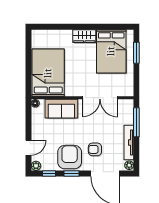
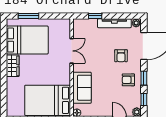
double door: (100, 98) -> (72, 51), width x0.73
window: (136, 122) -> (95, 16), width x0.46
armchair: (70, 157) -> (128, 80), width x0.53, depth x0.53

